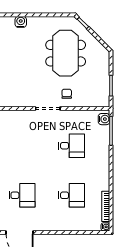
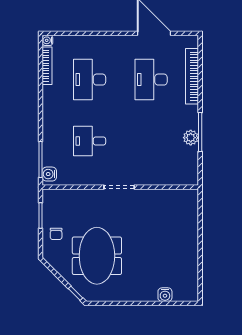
water cooler: (21, 22) -> (165, 295), moved
chair: (67, 94) -> (56, 234), moved
desk: (22, 195) -> (151, 80), width x1.37
desk: (72, 195) -> (90, 80), width x1.37

